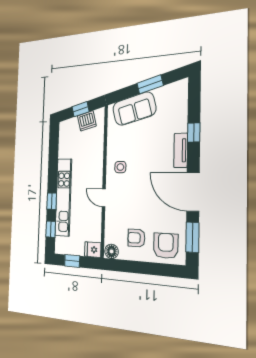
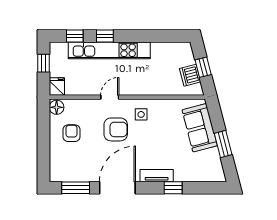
armchair: (166, 246) -> (116, 129), moved

